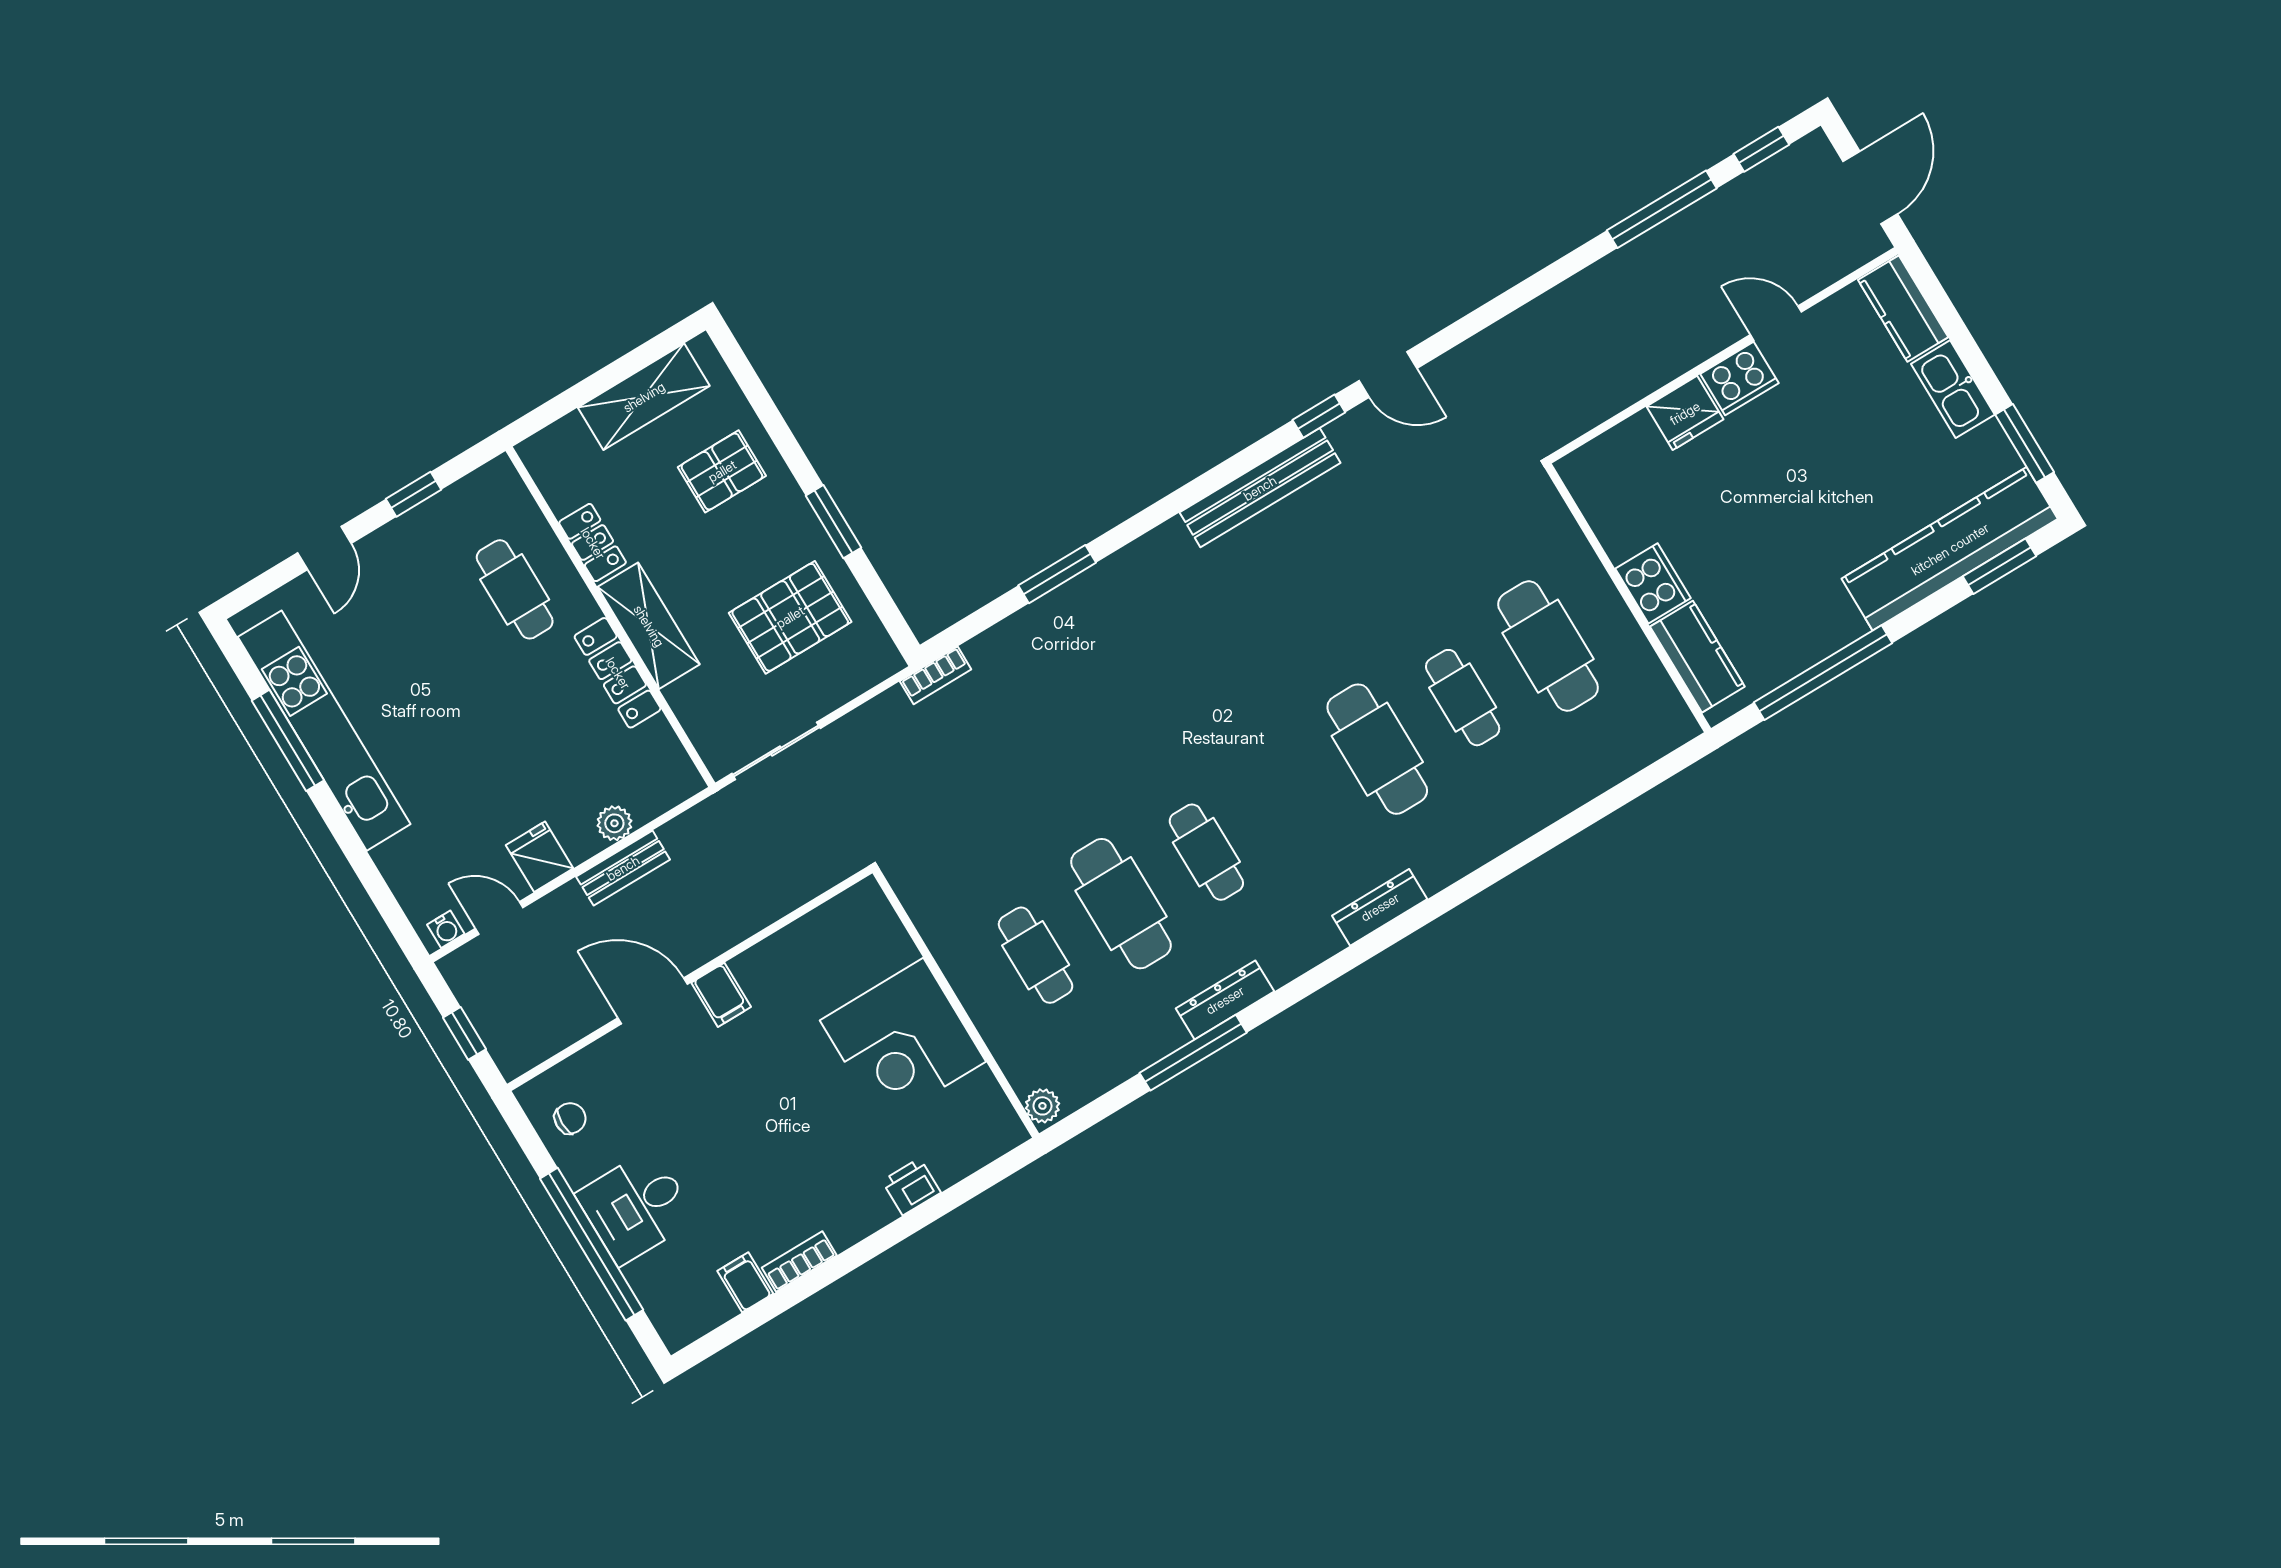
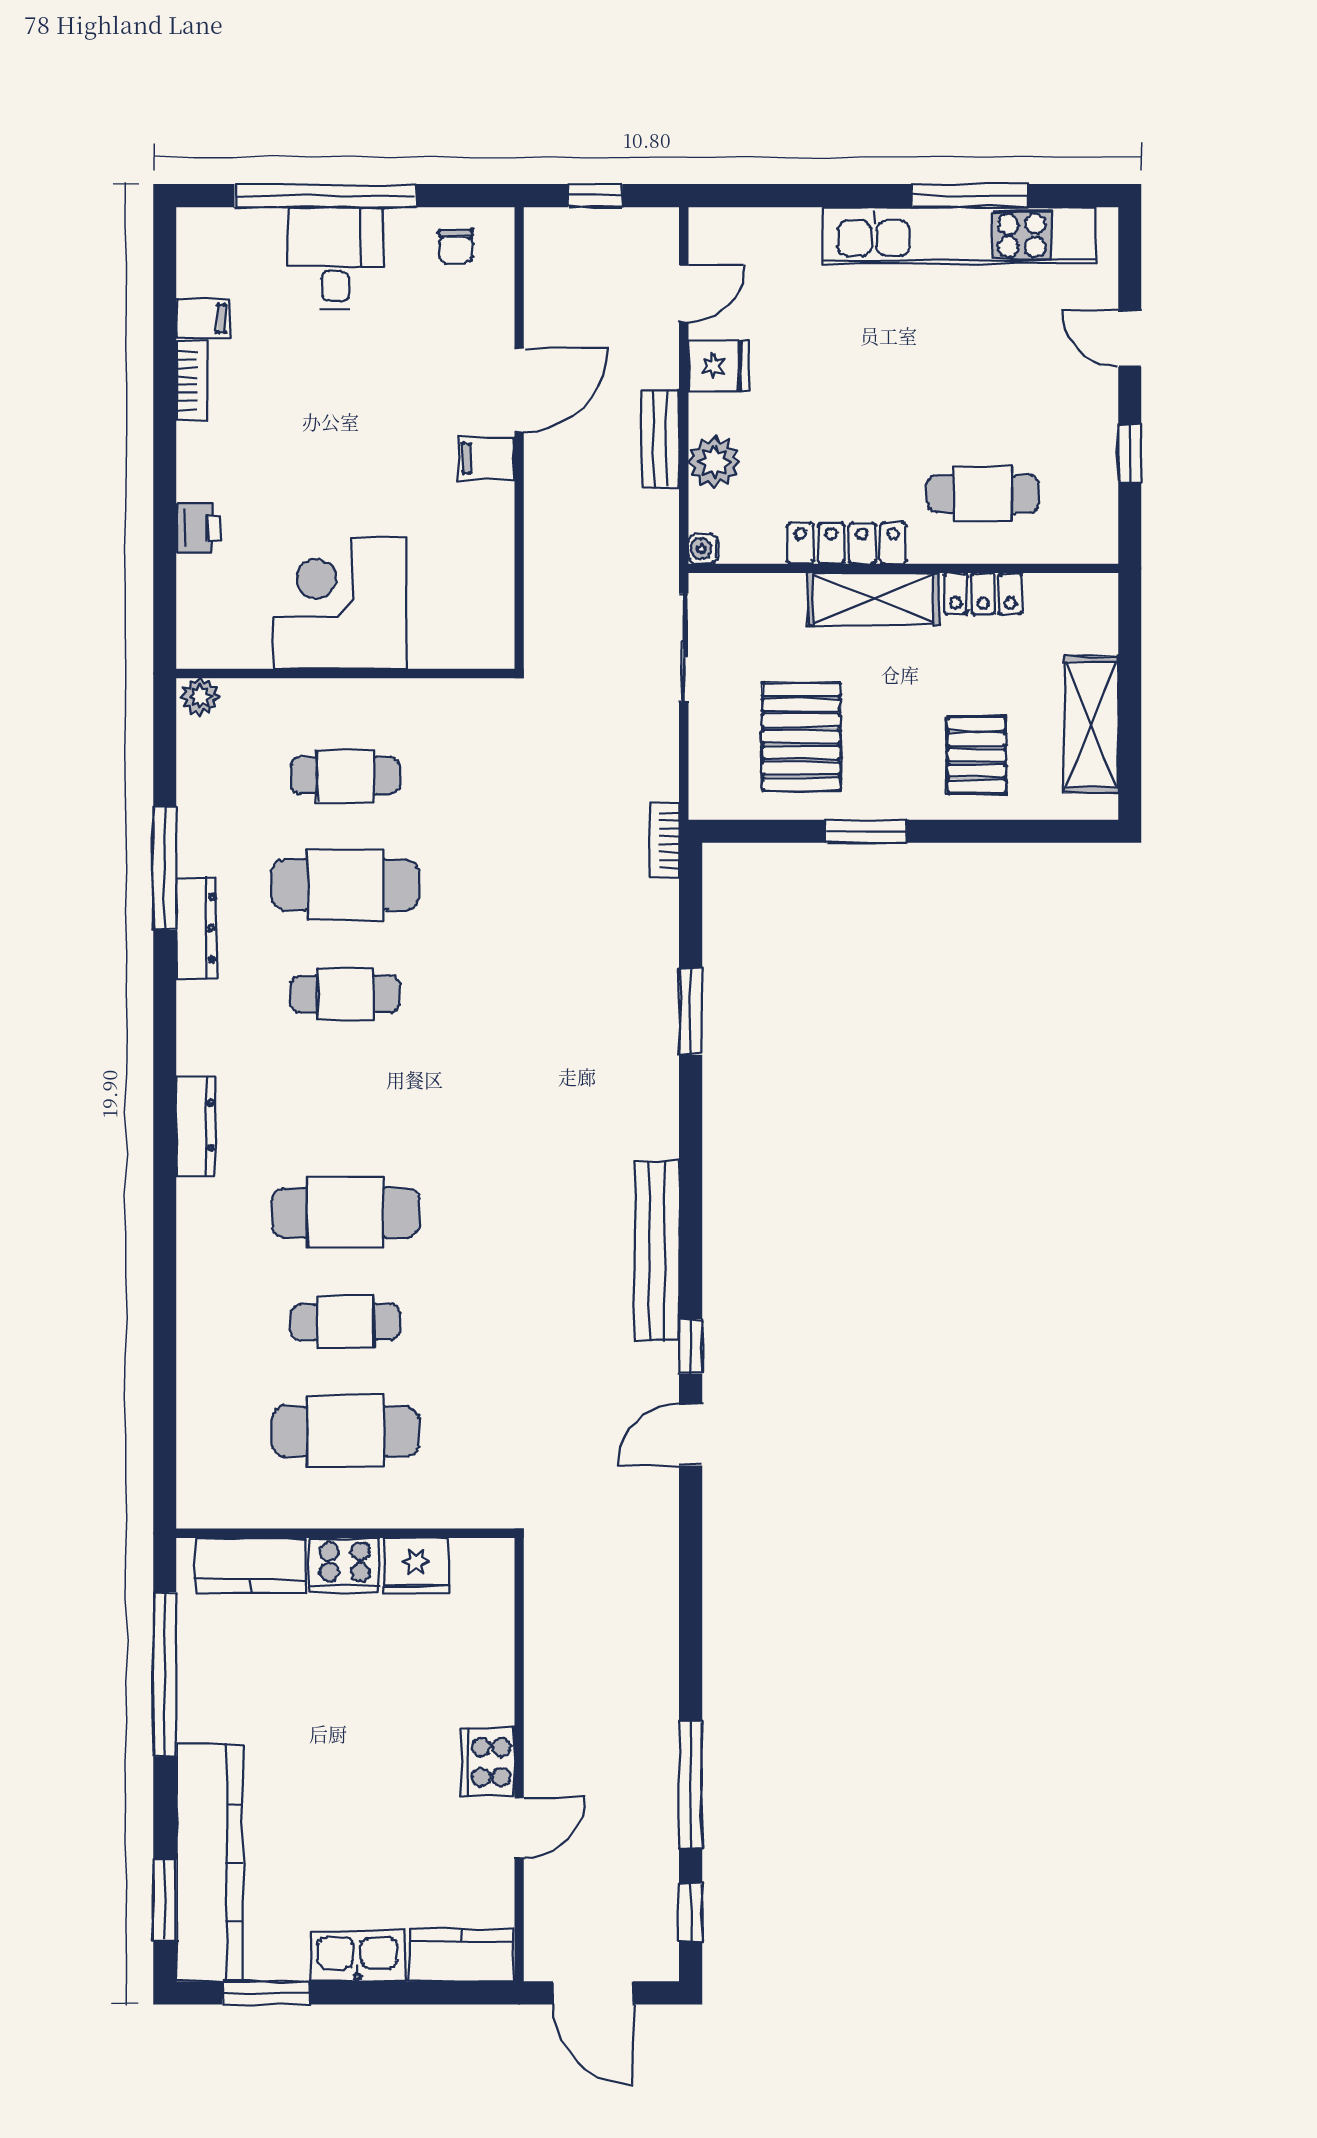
fridge: (1685, 413) -> (416, 1566), moved, turned -90
plant: (614, 823) -> (715, 462), width x1.38, depth x1.38
water cooler: (446, 929) -> (703, 549), moved

